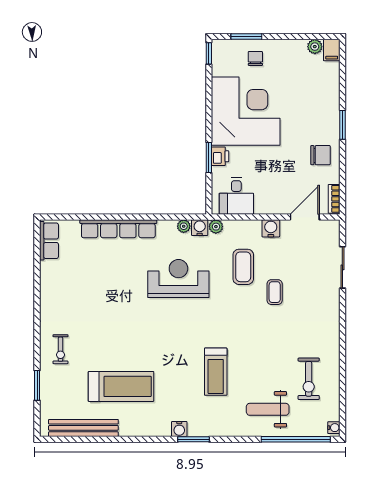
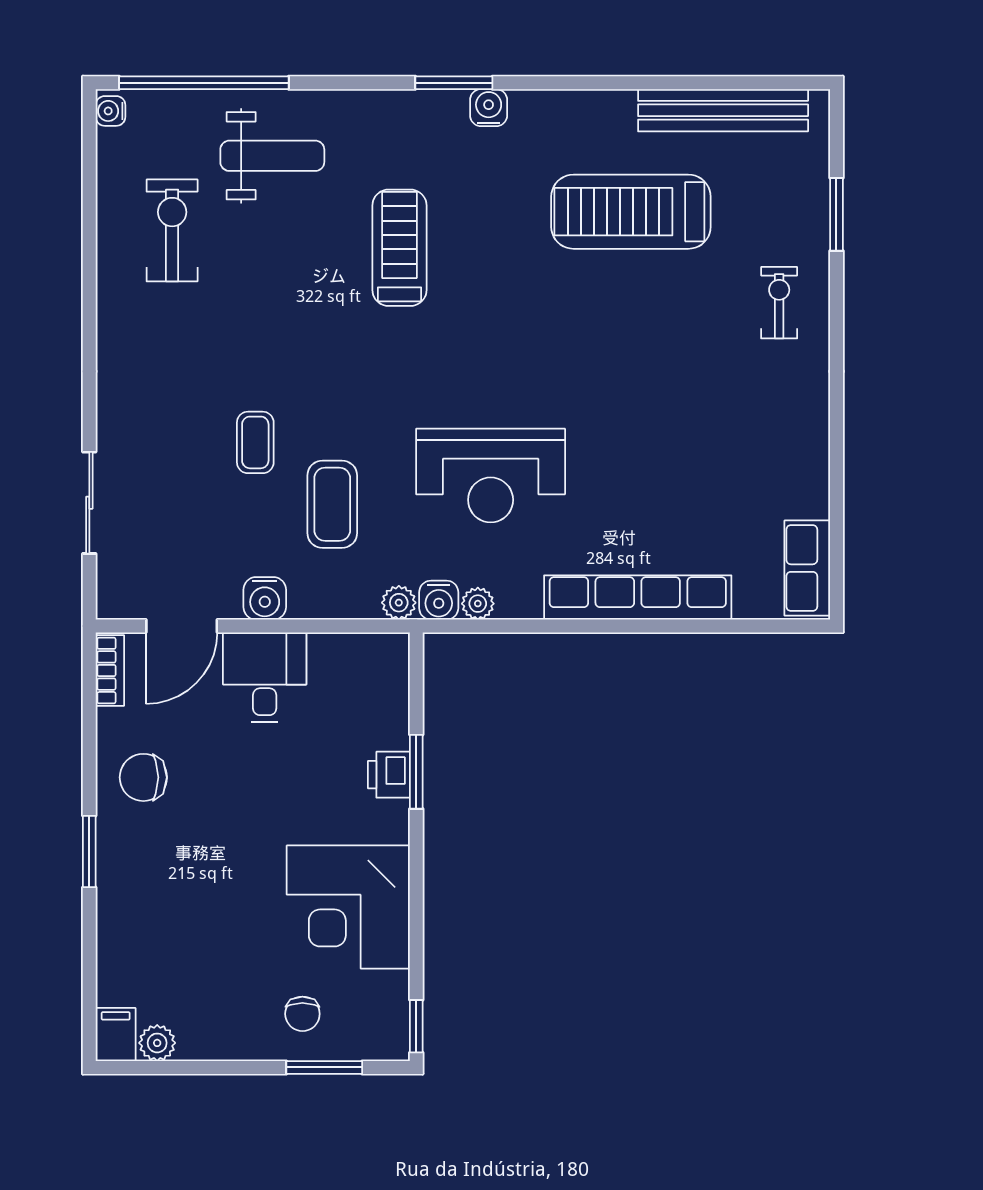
corner desk: (246, 111) -> (348, 907), width x0.74, depth x0.74
desk: (236, 196) -> (265, 677), moved

